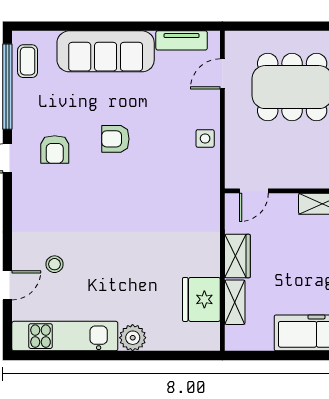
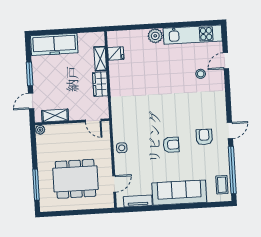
door: (254, 191) -> (93, 121), swing flipped
fridge: (201, 299) -> (116, 54), width x0.53, depth x0.75

